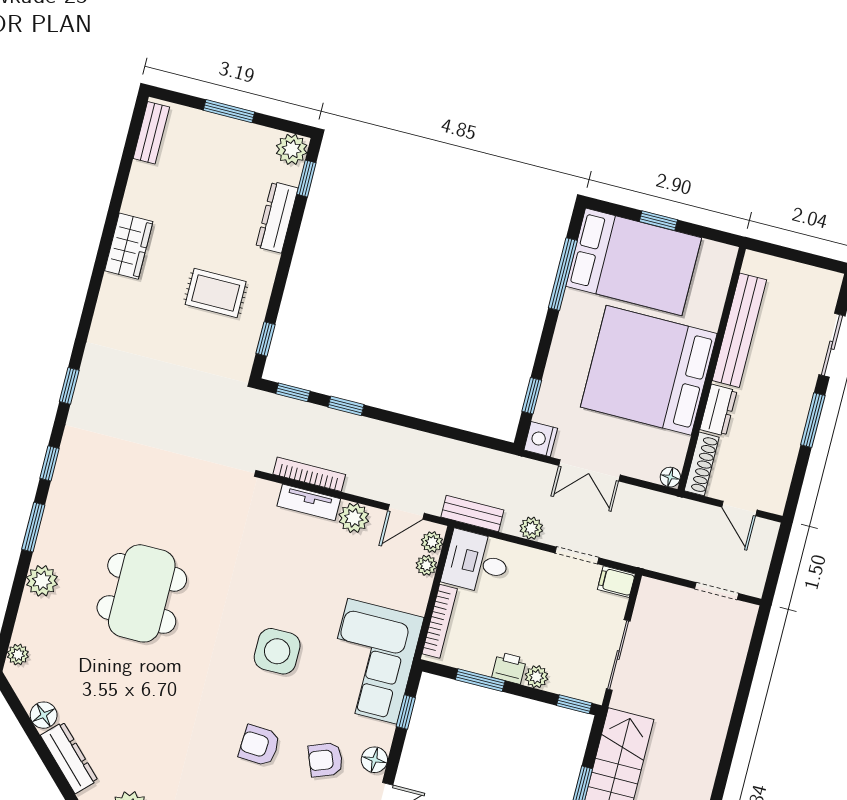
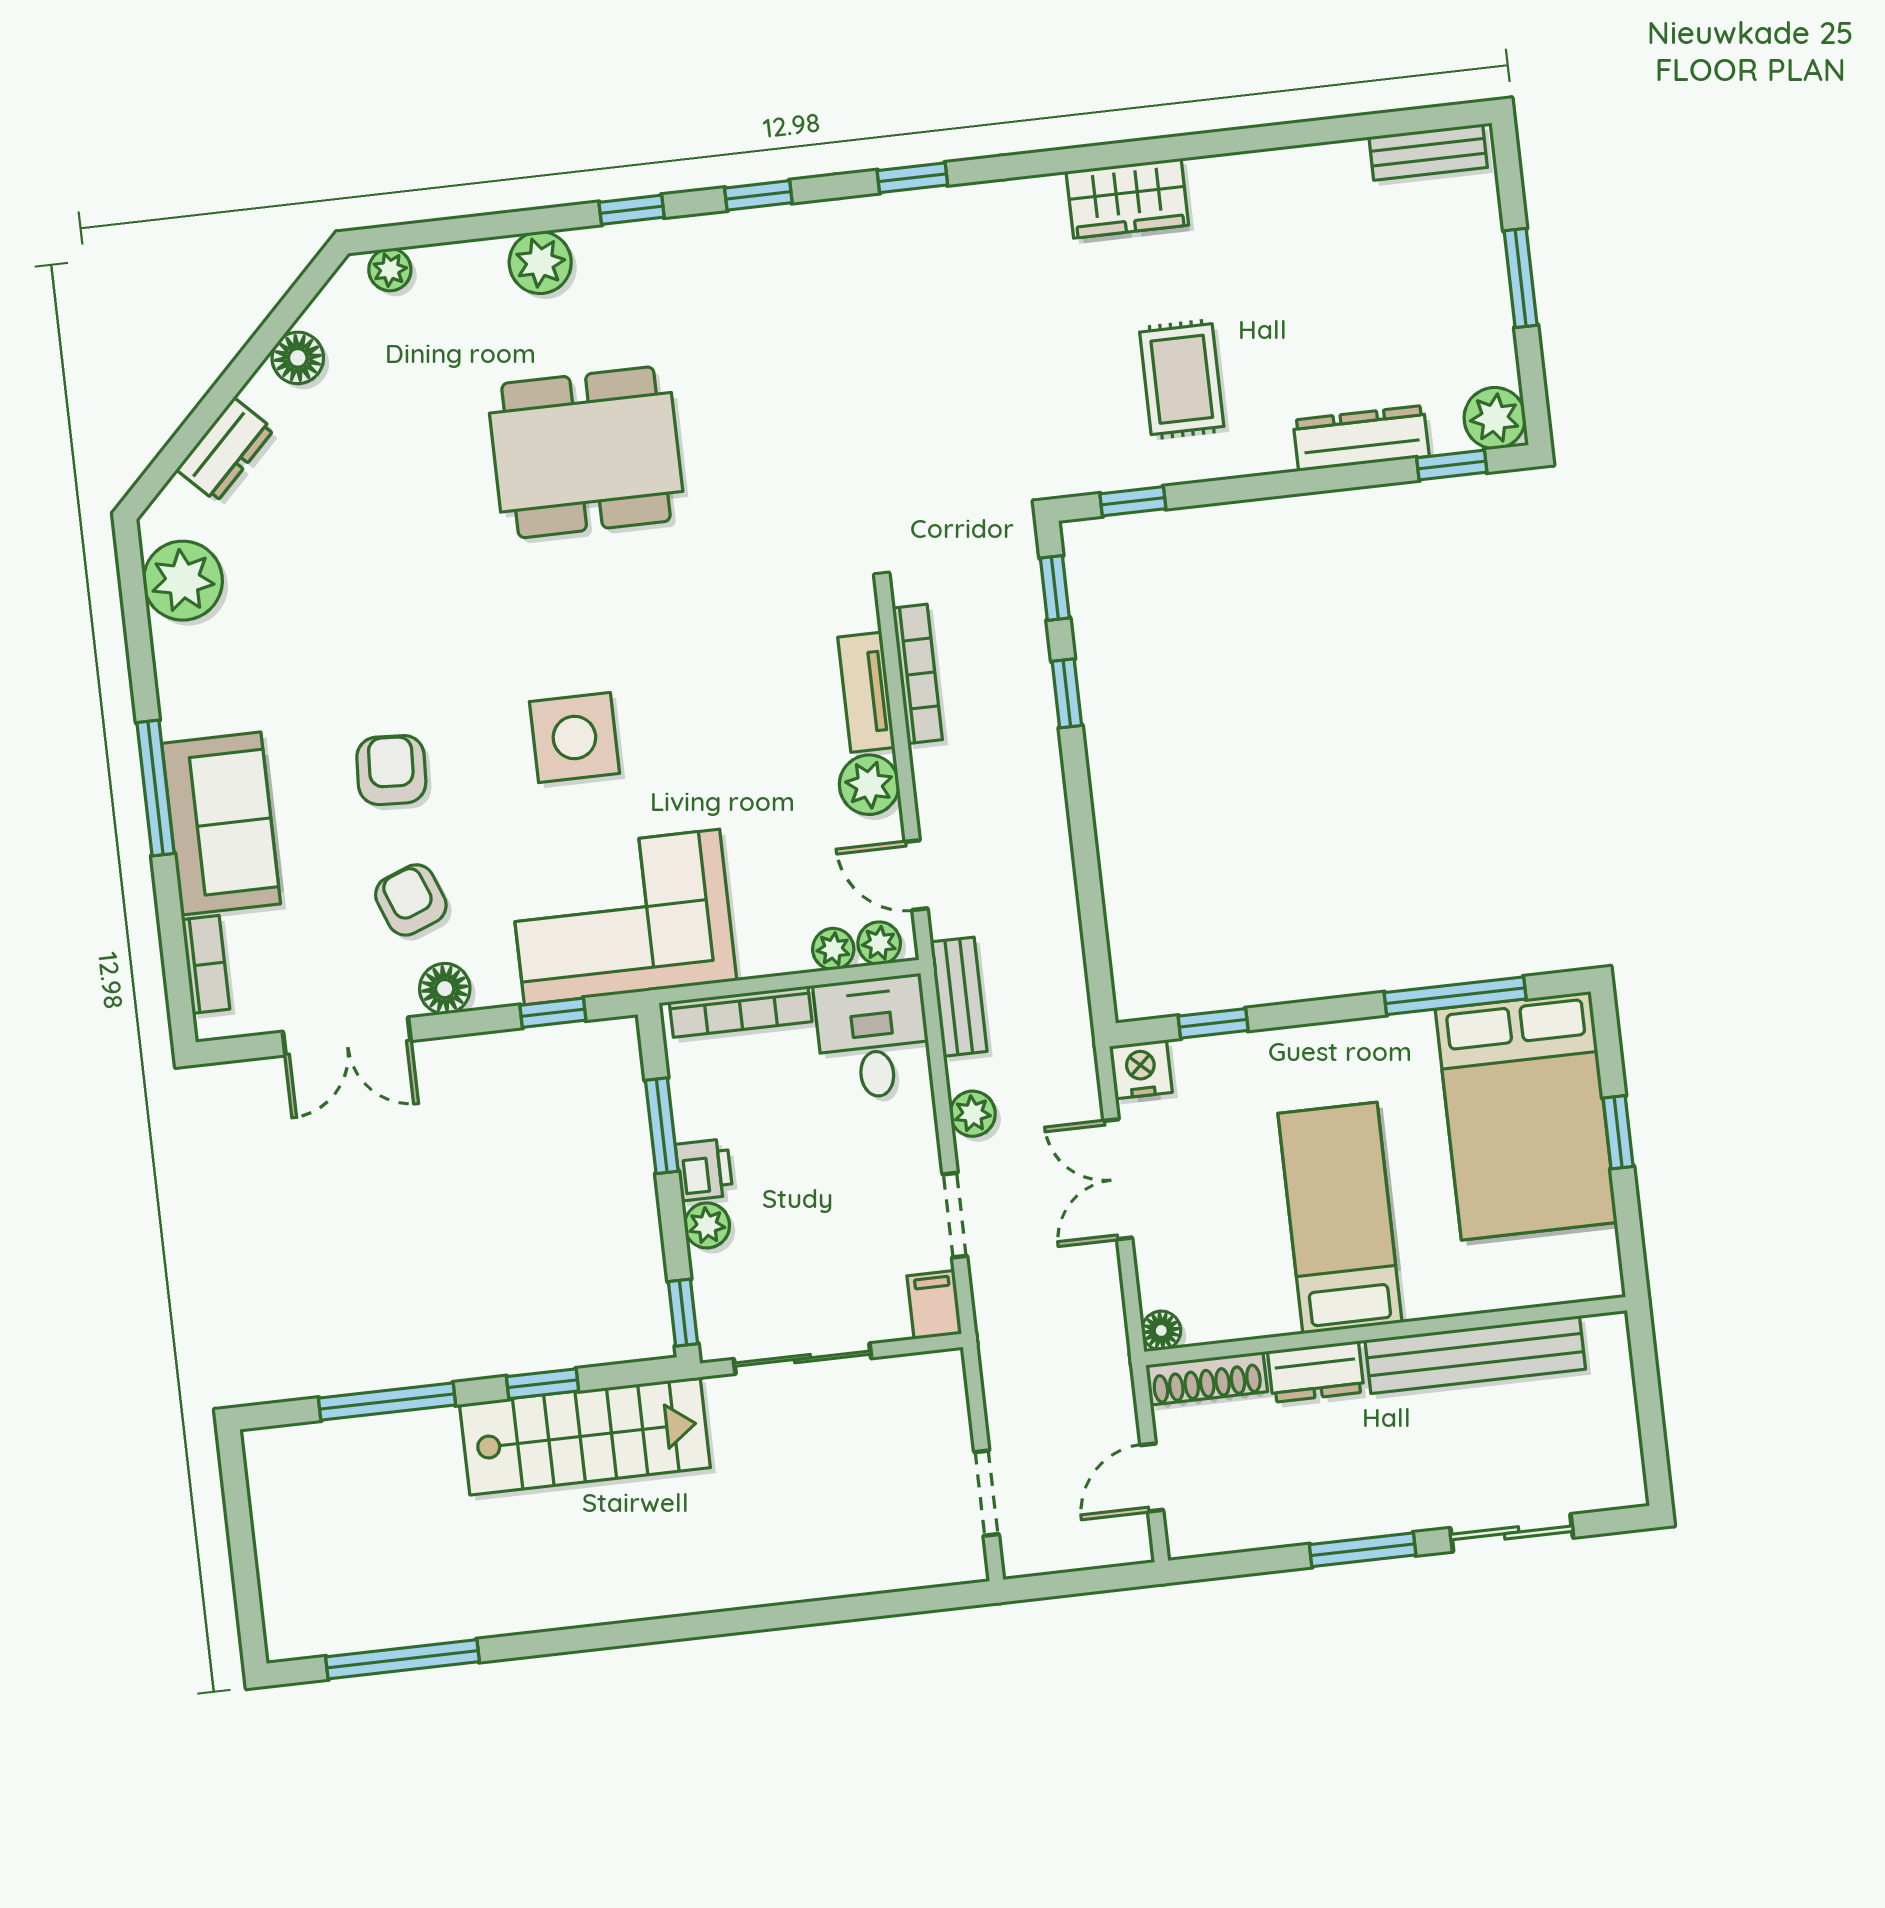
wardrobe: (129, 246) -> (1127, 198), moved
bed: (649, 370) -> (1340, 1218), width x0.49
window: (33, 527) -> (632, 210), width x0.67
dresser: (69, 758) -> (225, 450), width x0.70

